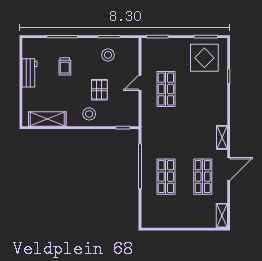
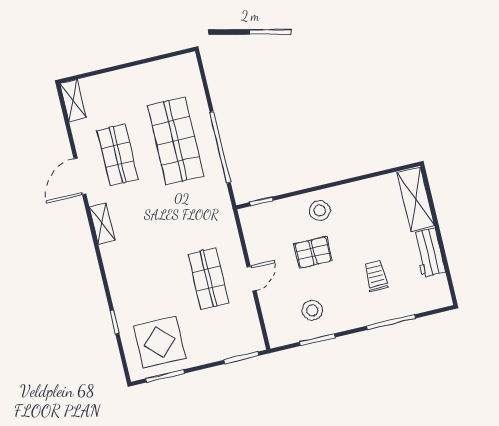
pallet: (99, 90) -> (313, 252), turned 90
shelving: (47, 119) -> (416, 199), moved, turned 90
shop shelf: (166, 177) -> (176, 141), width x1.43, depth x1.36

